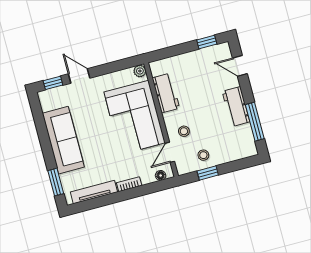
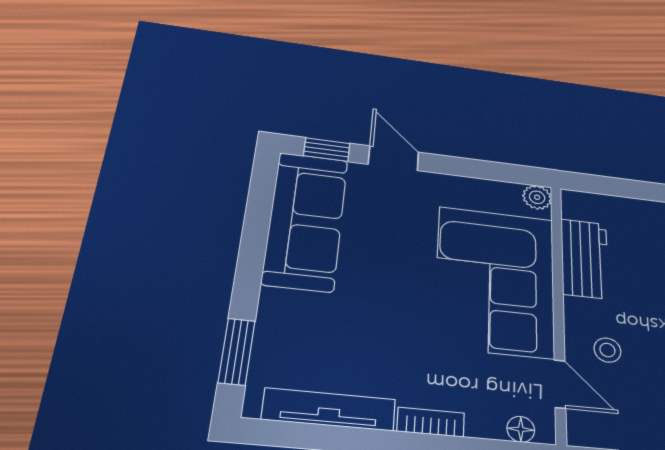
sofa: (63, 140) -> (306, 220), moved
door: (170, 152) -> (560, 384), swing flipped
stool: (203, 155) -> (643, 419), removed

